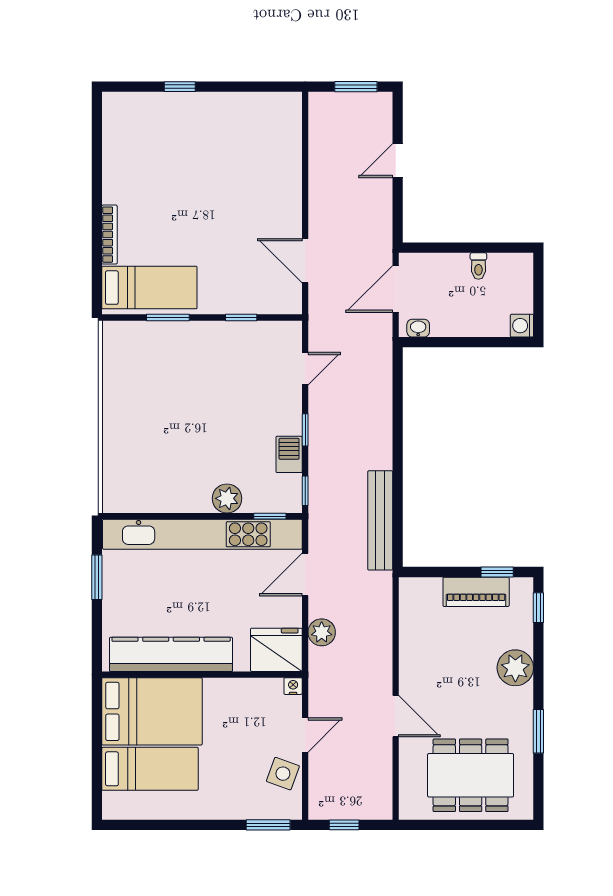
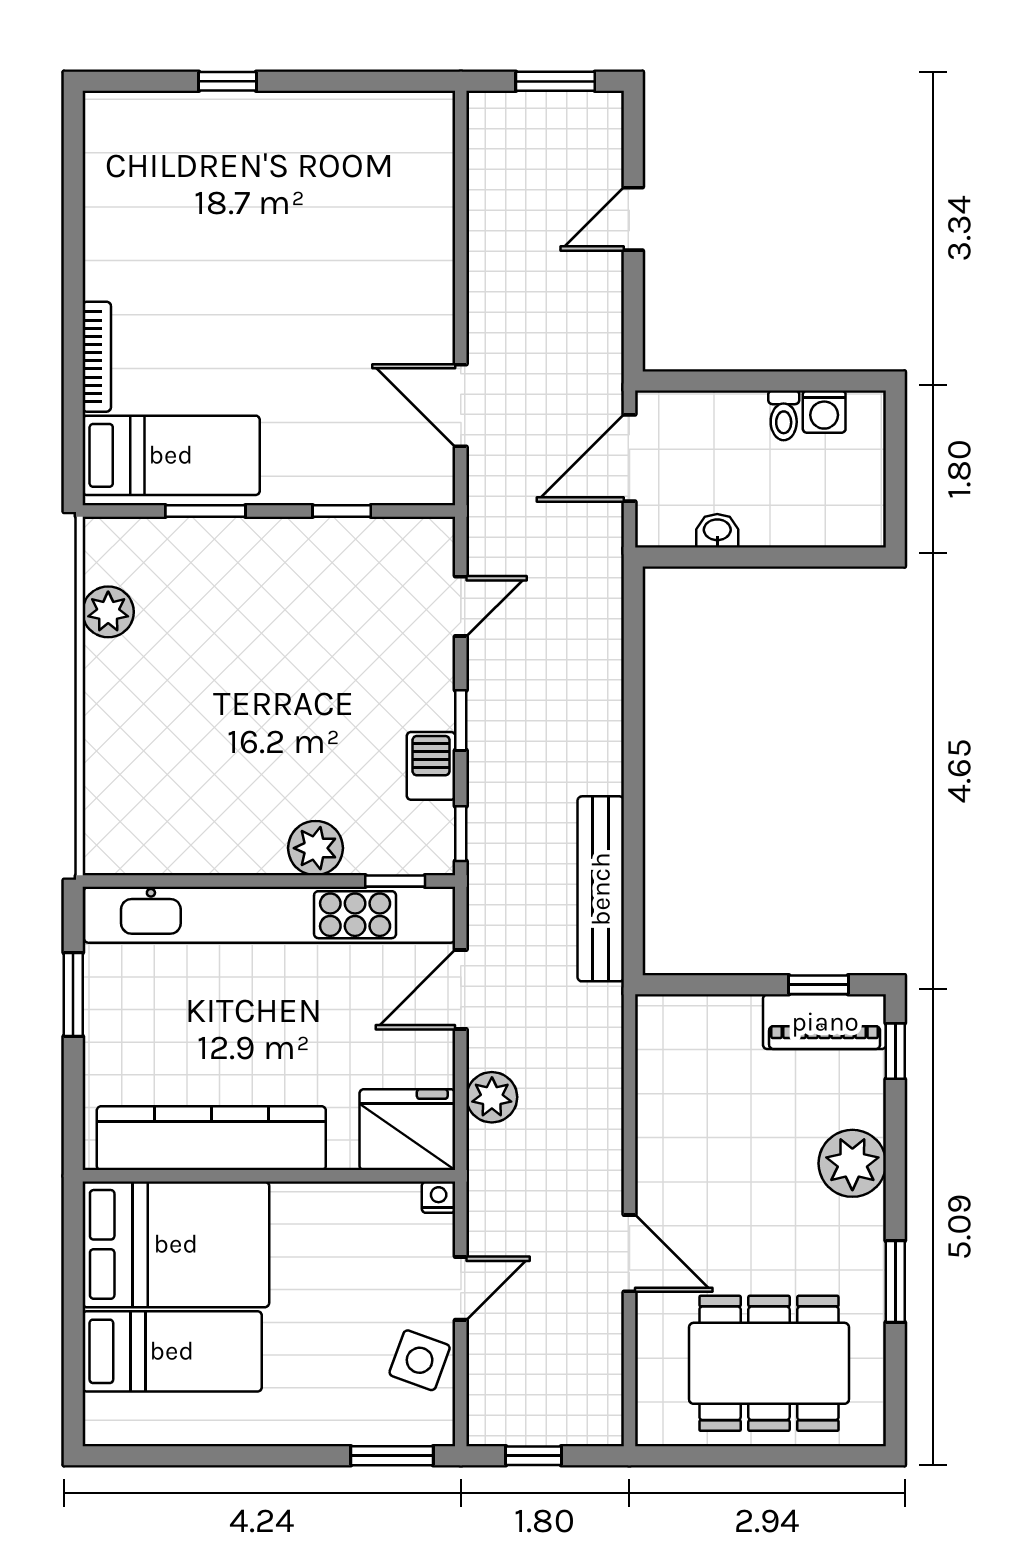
washing machine: (522, 326) -> (824, 412), moved, turned -90
washbasin: (418, 328) -> (717, 531), moved
plant: (116, 372) -> (108, 612), added
piano: (476, 592) -> (825, 1022), moved

